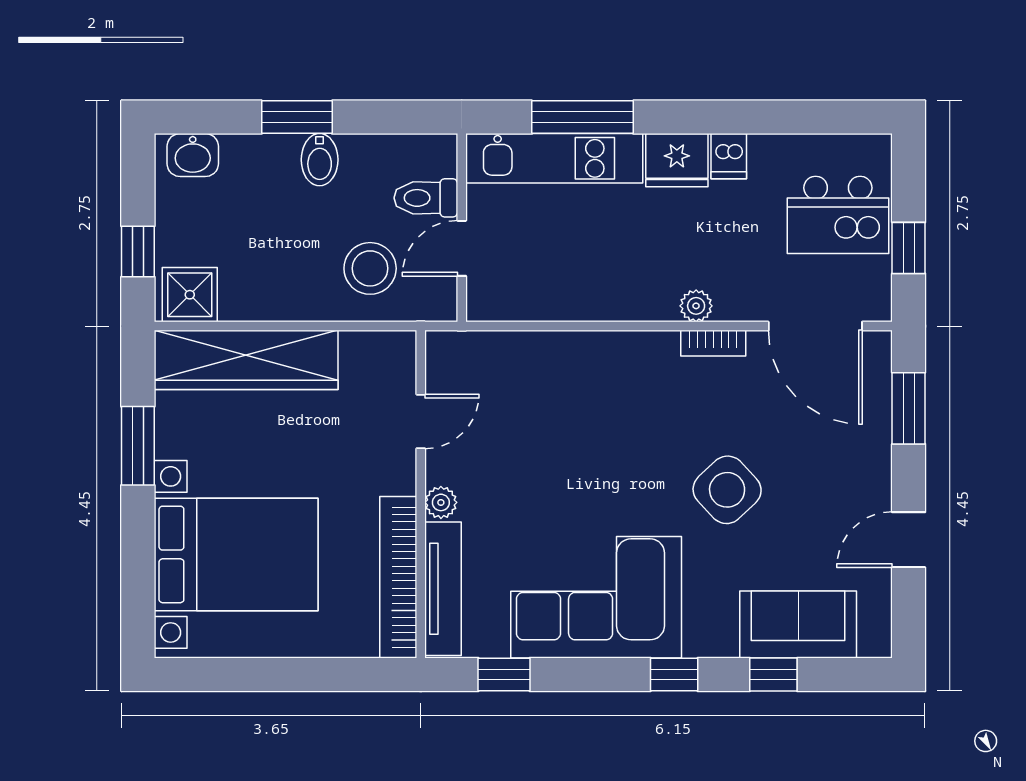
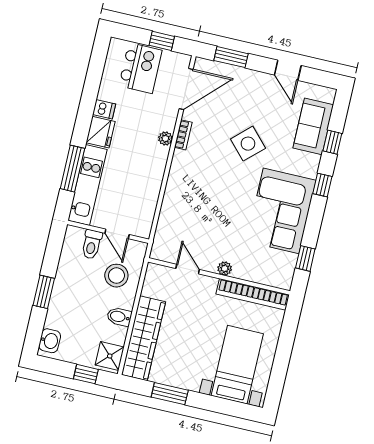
bidet: (320, 160) -> (119, 317), moved, turned 180
bed with nightstands: (236, 554) -> (237, 365), width x0.73
tv unit: (443, 589) -> (262, 276), removed

